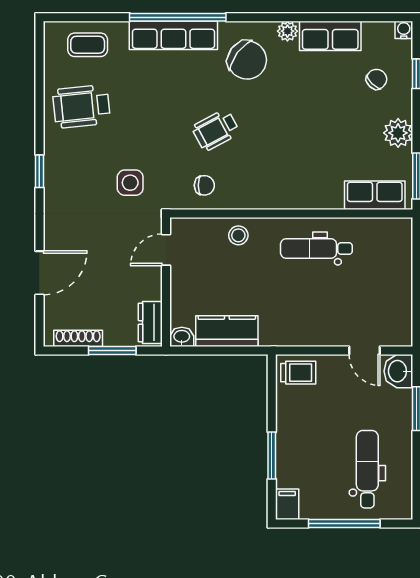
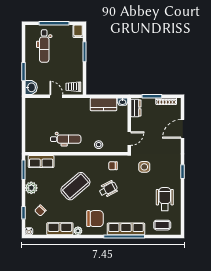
chair: (247, 60) -> (95, 219), turned 143
wheelchair: (81, 106) -> (165, 199), turned -84
coffee table: (293, 137) -> (75, 186), added
door: (365, 350) -> (56, 96), moved

